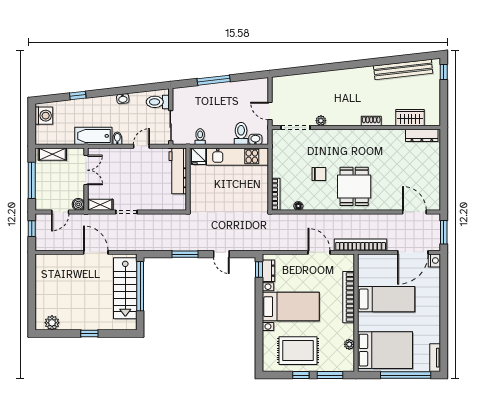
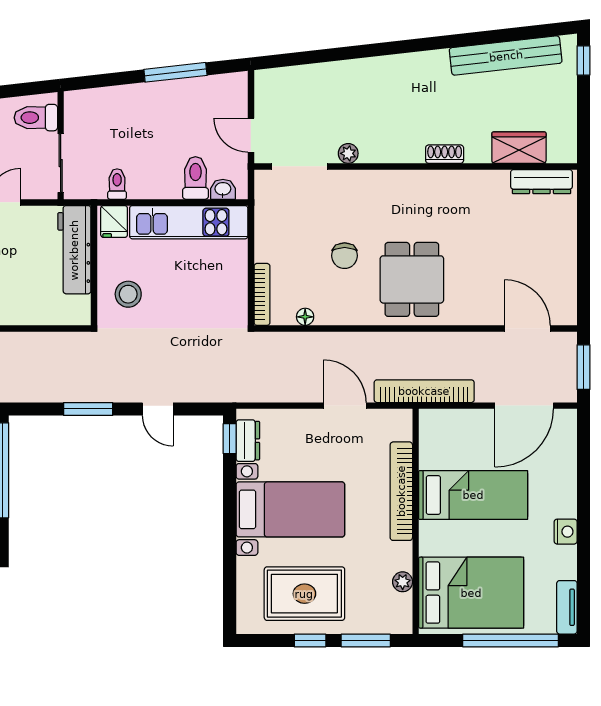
window: (214, 80) -> (175, 72), moved
chair: (319, 174) -> (345, 256), turned 90
stool: (206, 194) -> (128, 294), added
nightstand: (434, 261) -> (566, 532), moved

